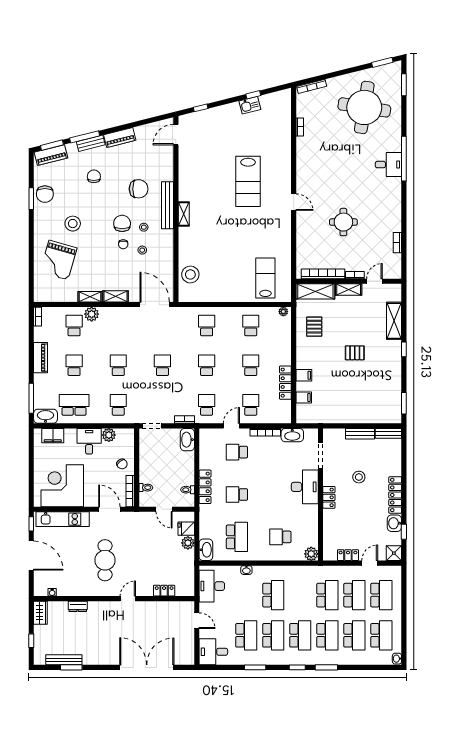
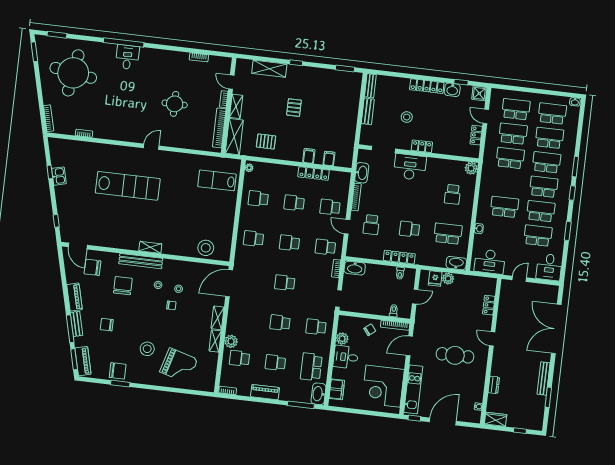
lab bench: (248, 181) -> (128, 186), width x1.36
chair: (122, 223) -> (92, 267), moved
school desk: (237, 494) -> (410, 229), turned 90
bench: (64, 660) -> (544, 379), moved

